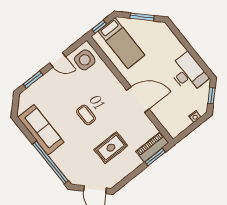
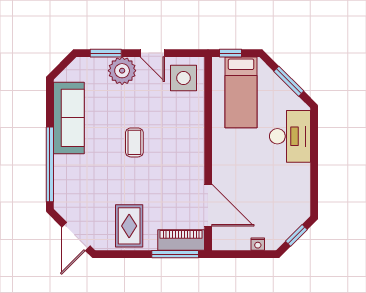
desk: (188, 73) -> (290, 136), moved
plant: (49, 82) -> (122, 71), added
door: (138, 100) -> (208, 205), moved
rug: (111, 148) -> (129, 226), moved, turned 90
window: (155, 157) -> (175, 254), width x1.44

